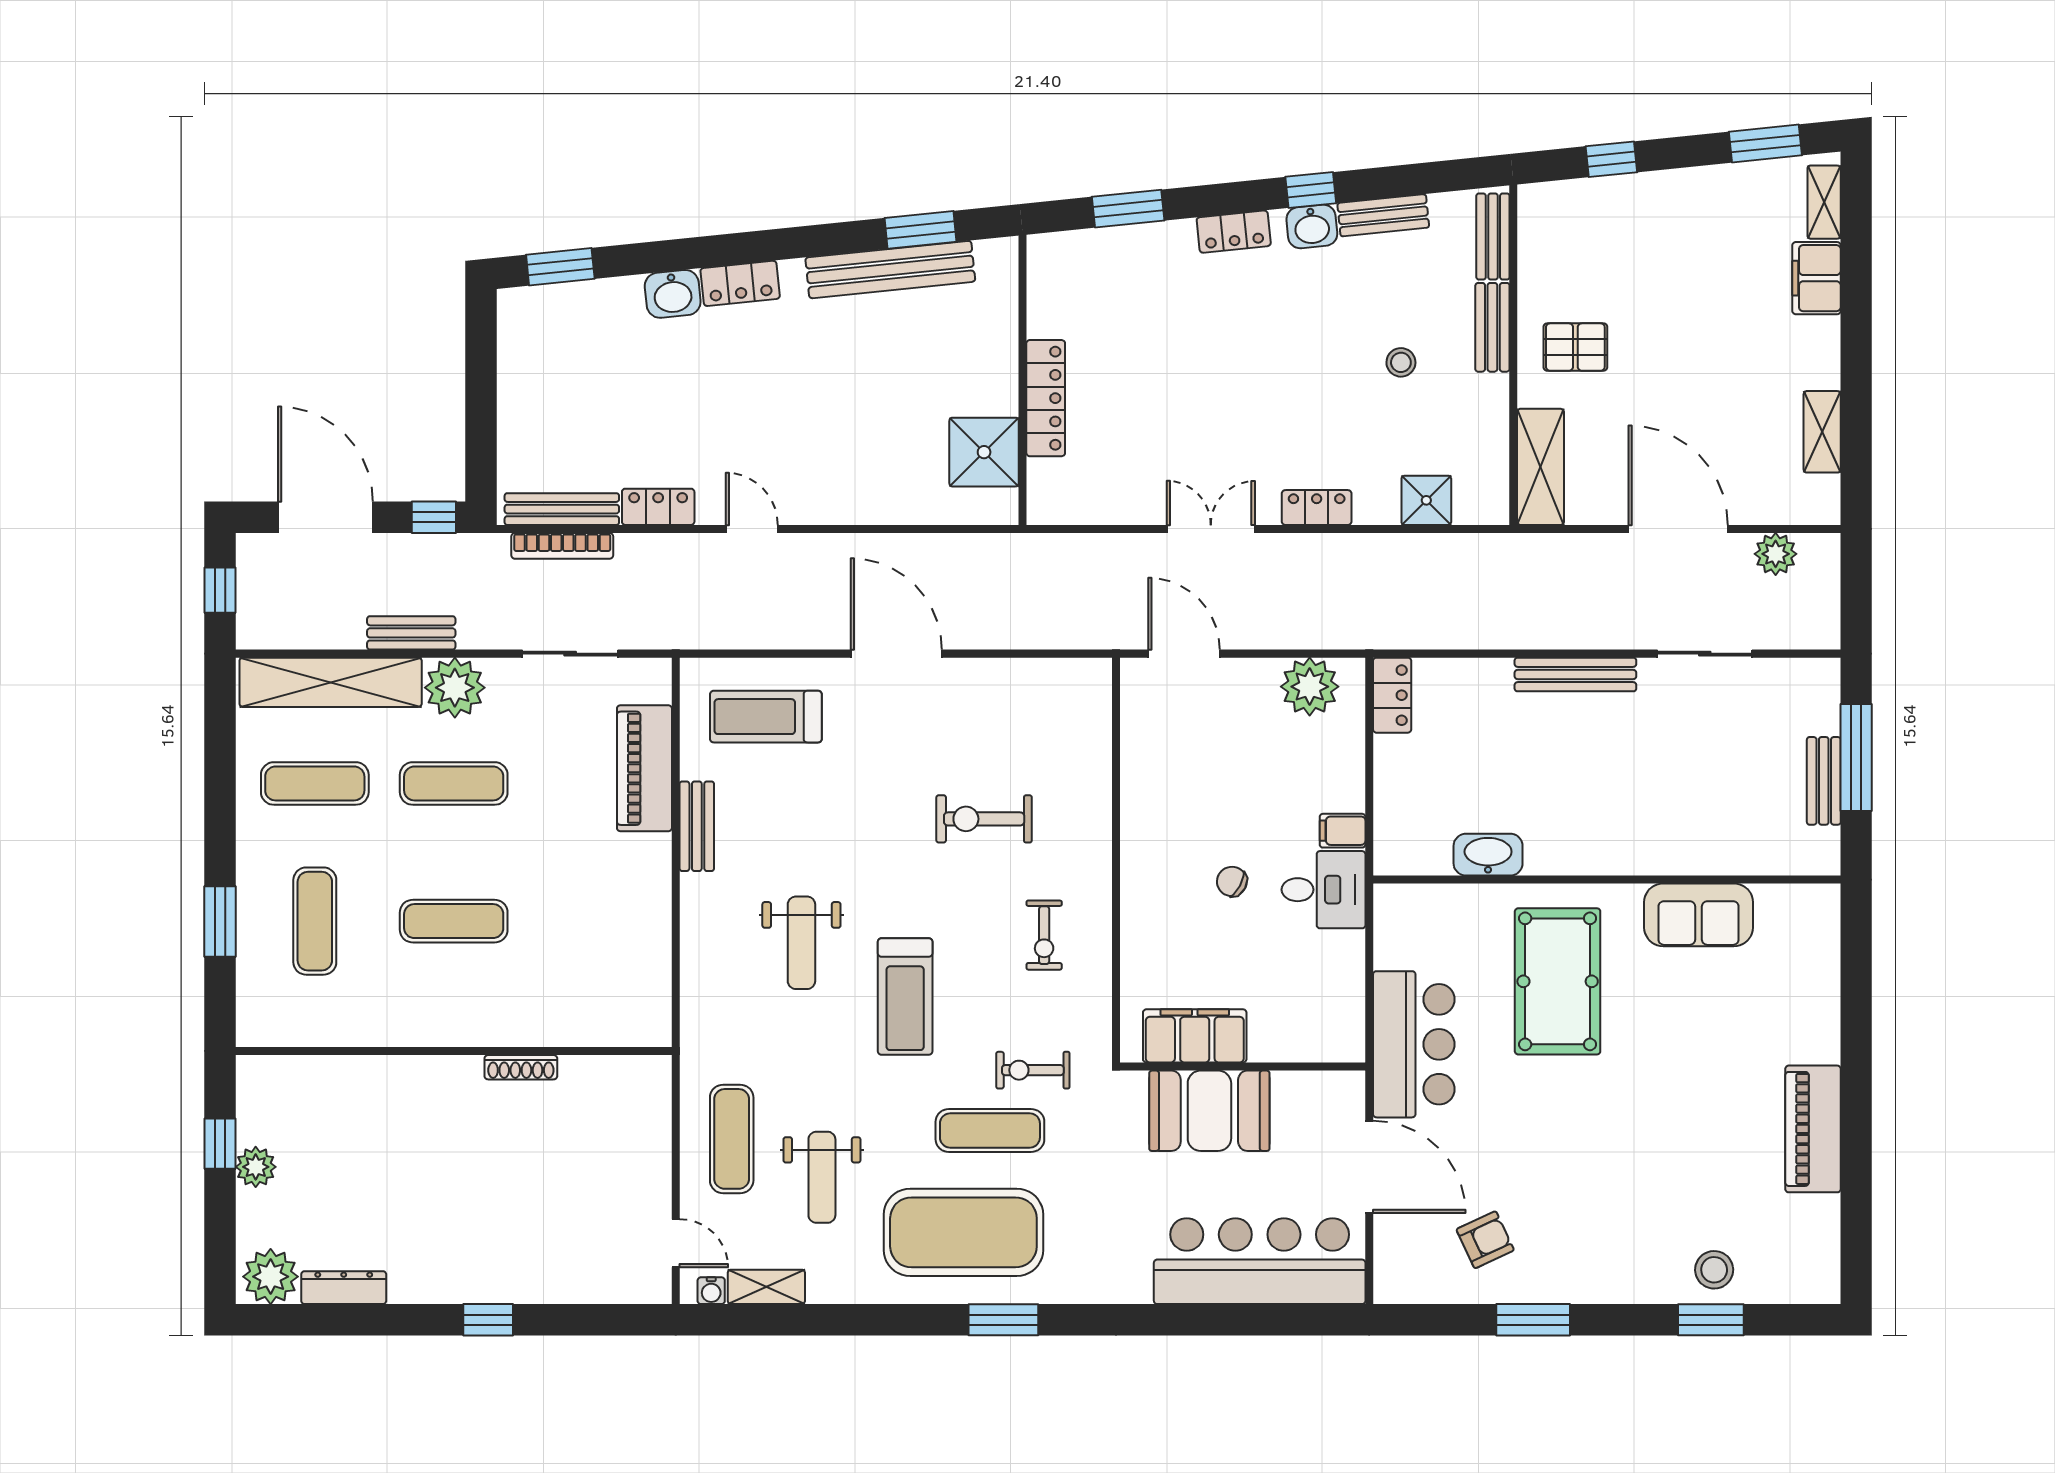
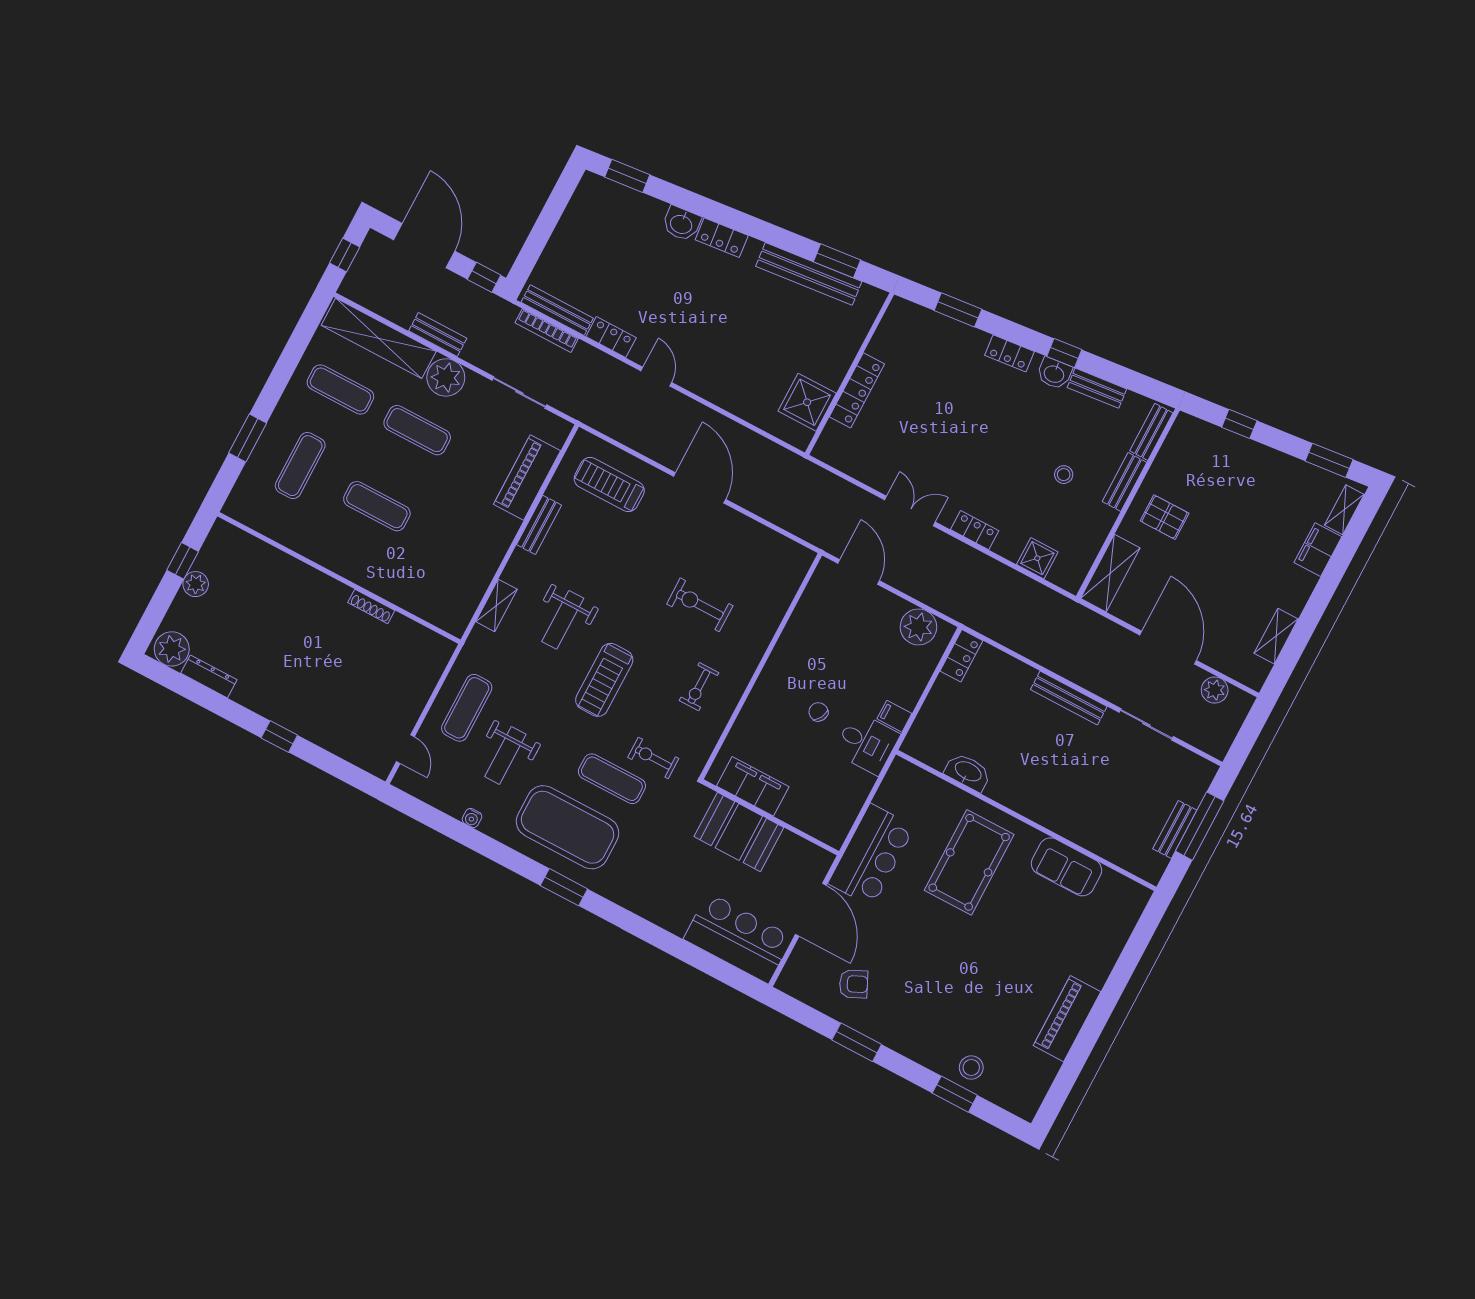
bar counter: (1260, 1261) -> (738, 938), width x0.73
shelving: (766, 1287) -> (496, 605), moved, turned 90
water cooler: (711, 1291) -> (472, 818), moved

